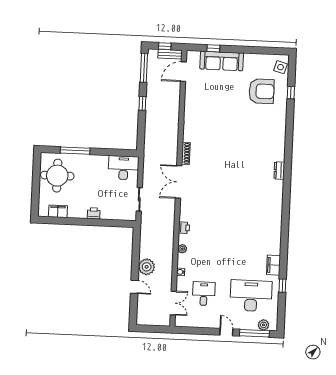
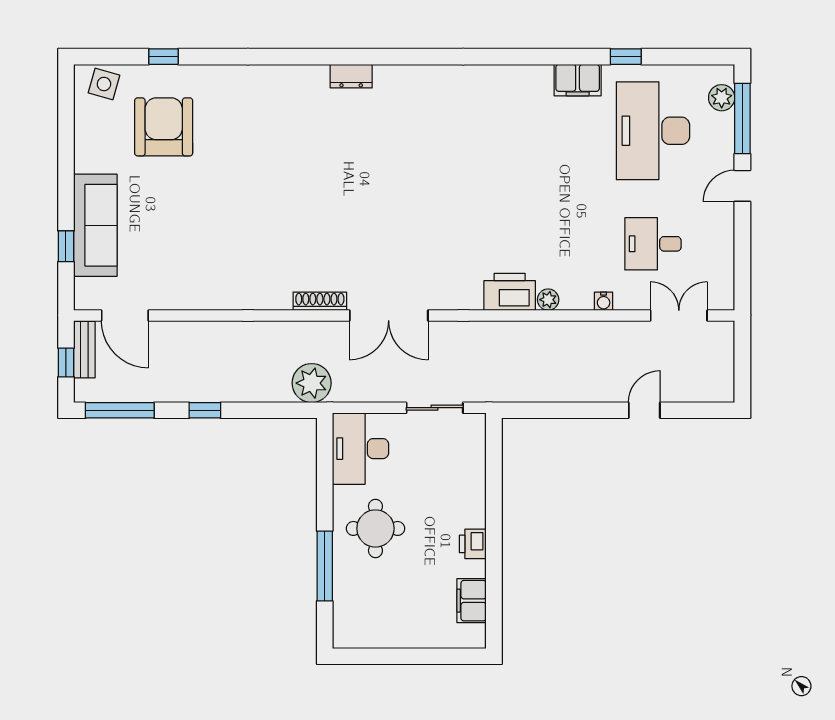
round table: (57, 176) -> (375, 528), moved, width x0.73, depth x0.73
printer: (94, 213) -> (473, 544), moved
printer: (184, 228) -> (510, 292), width x1.87, depth x1.48
plant: (147, 267) -> (312, 383), moved

